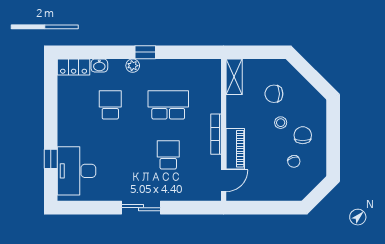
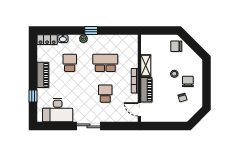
shelving: (234, 77) -> (146, 66), moved
chair: (274, 94) -> (176, 46), moved
piano: (67, 125) -> (43, 75), added
desk: (76, 171) -> (58, 110), moved, turned -90
door: (224, 181) -> (139, 109), swing flipped

